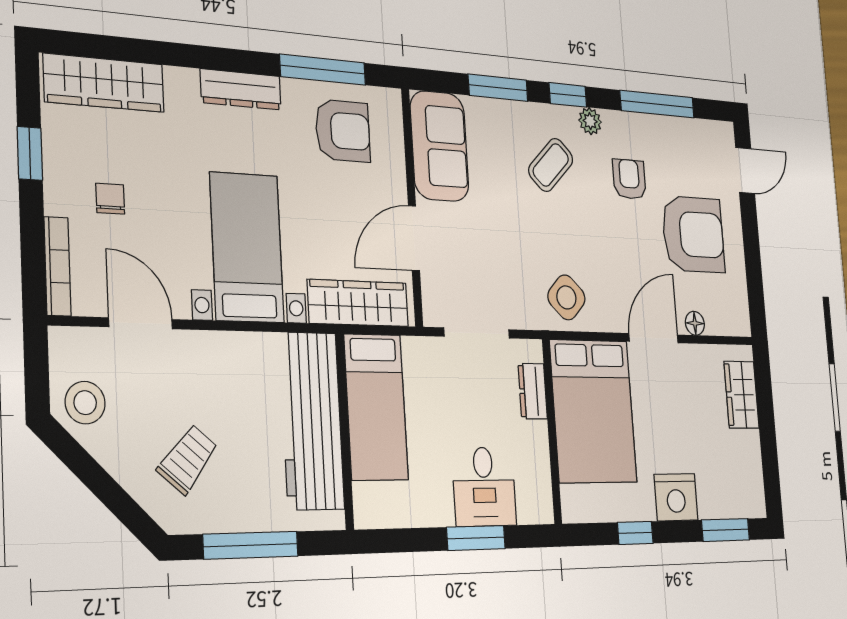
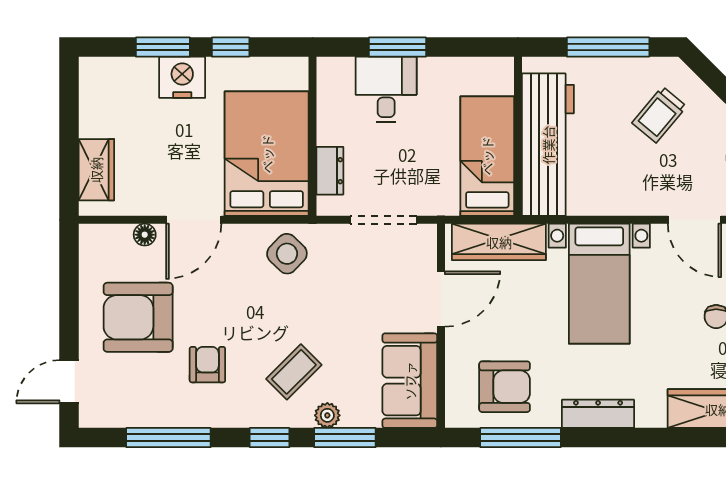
plant: (590, 121) -> (327, 415), moved
armchair: (343, 131) -> (505, 387), turned 180
armchair: (629, 179) -> (207, 365), turned 180
window: (726, 530) -> (163, 47), moved

